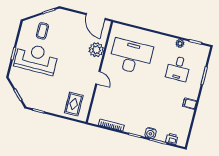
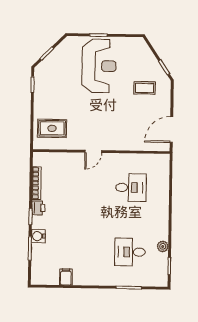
coffee table: (42, 31) -> (145, 88), moved
plant: (96, 50) -> (129, 141), removed
desk: (131, 56) -> (131, 188), width x0.53, depth x0.77
filing cabinet: (190, 104) -> (66, 277), moved
printer: (172, 139) -> (38, 208), moved

